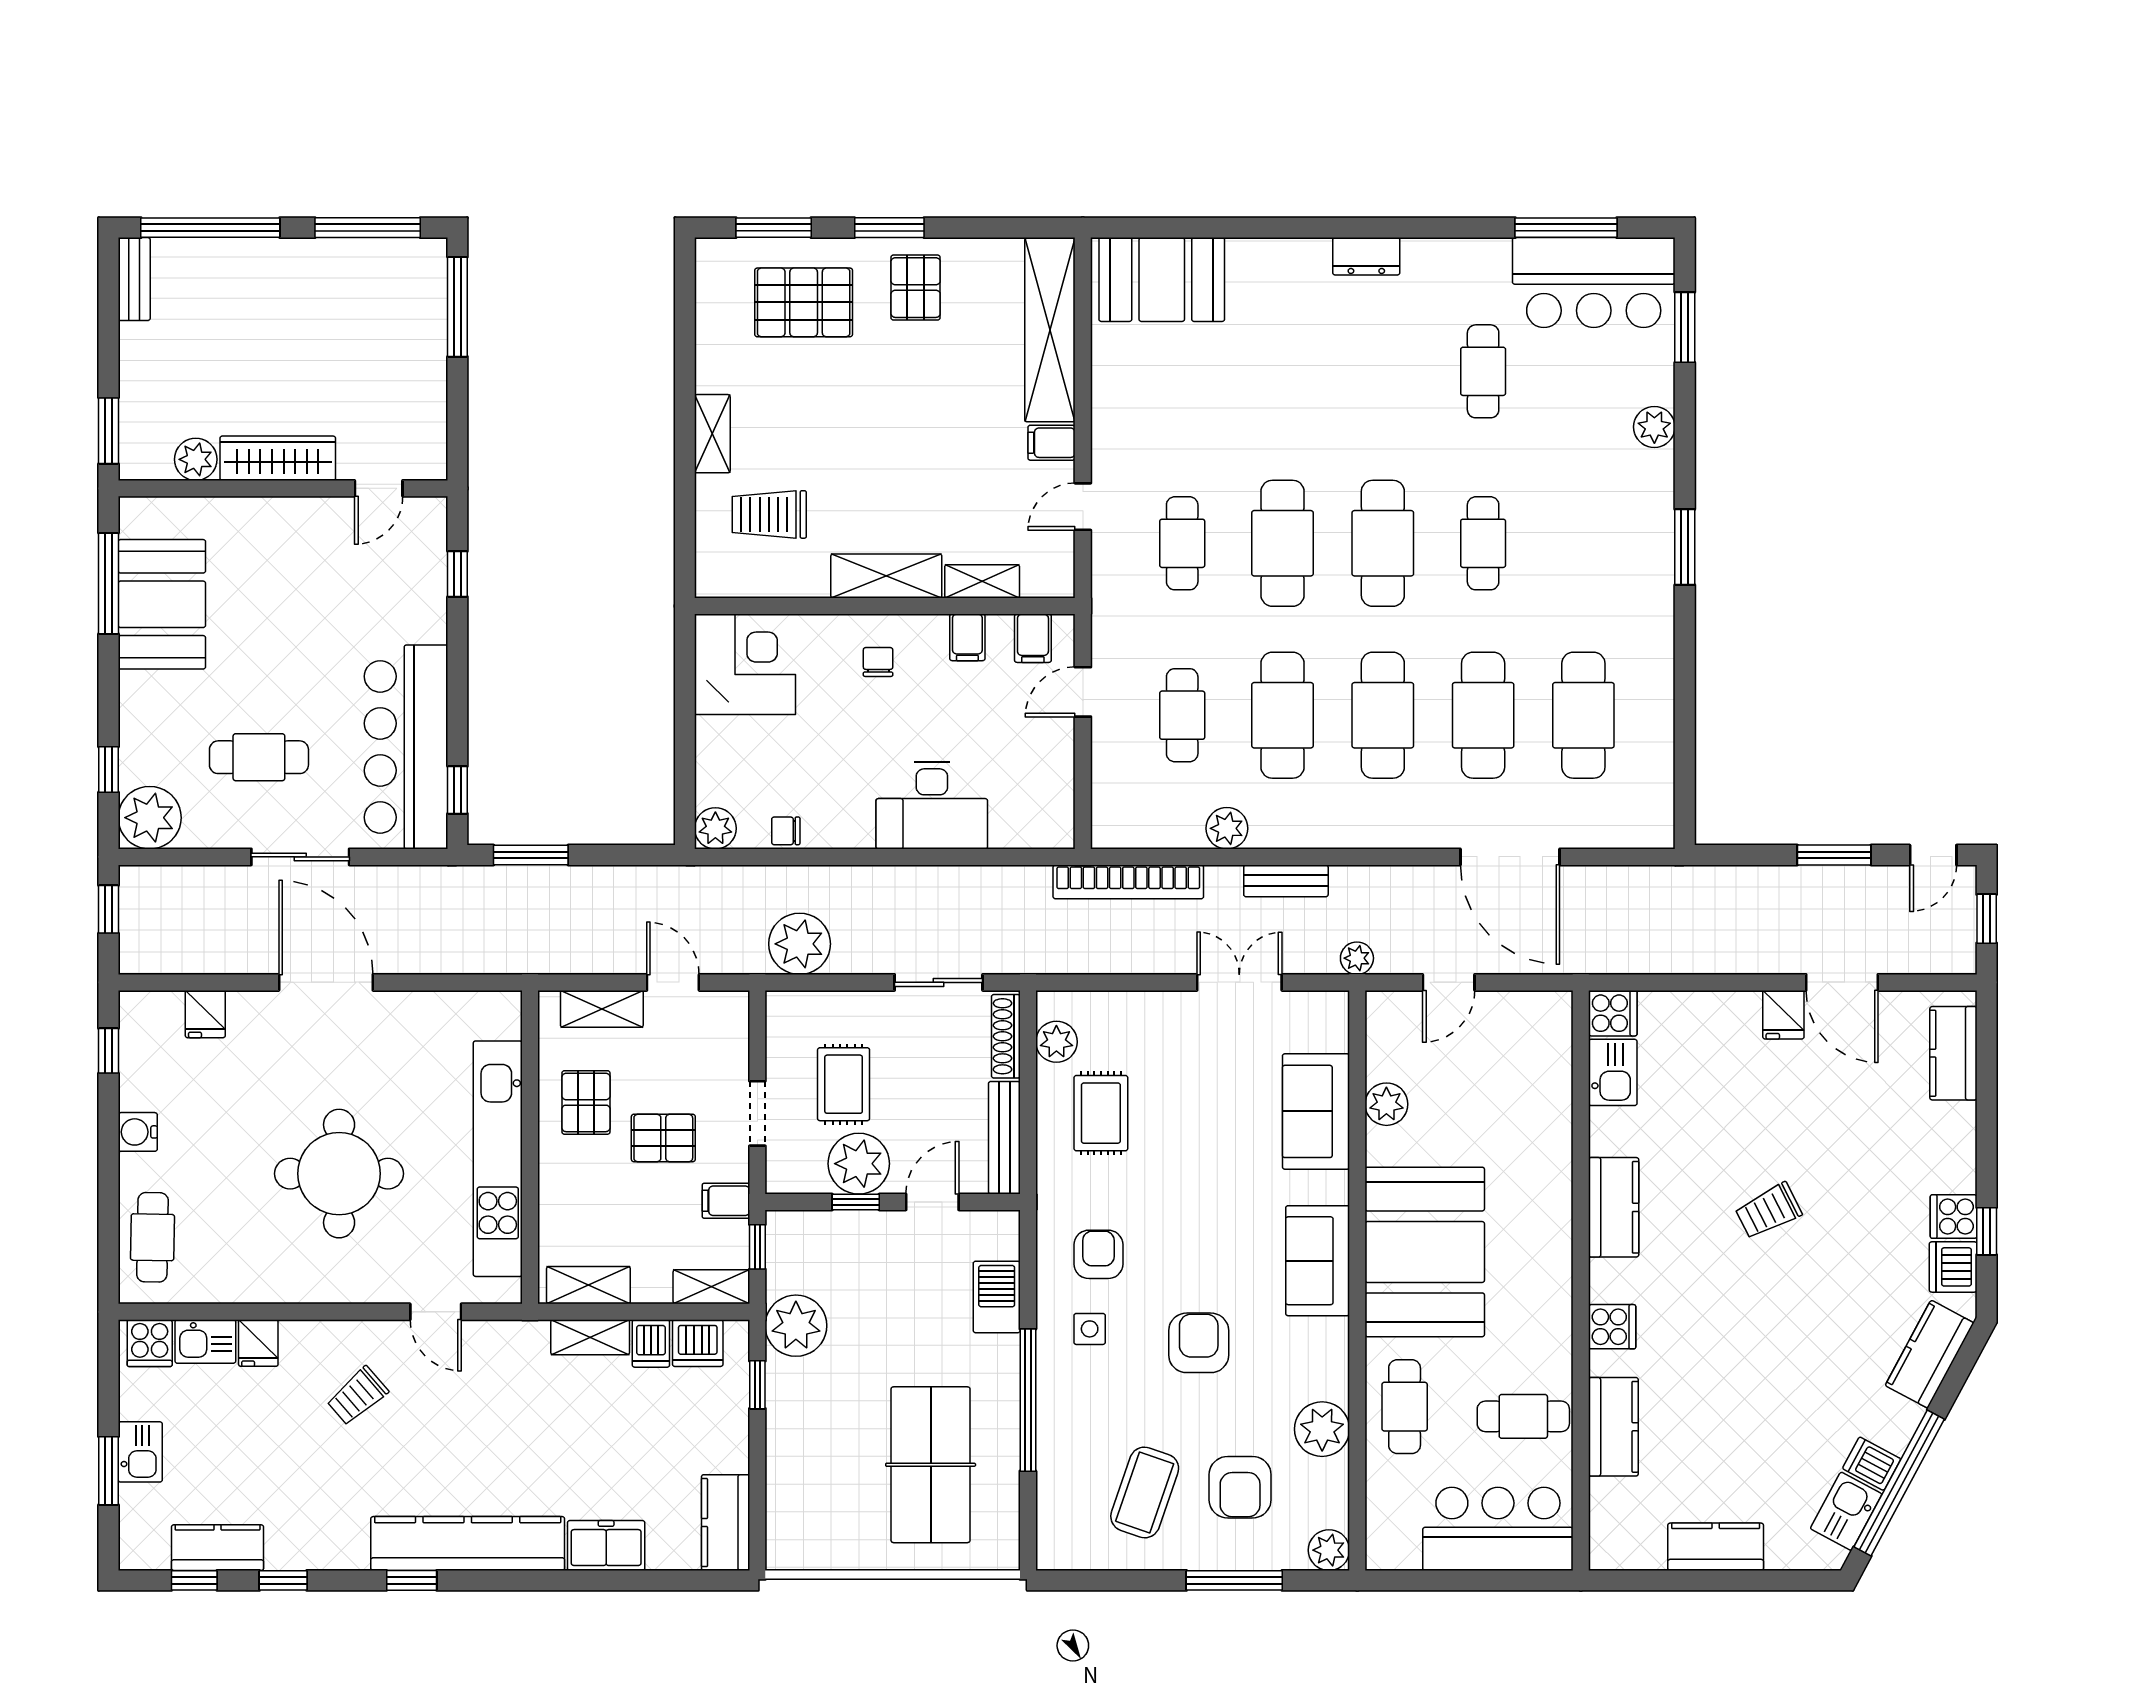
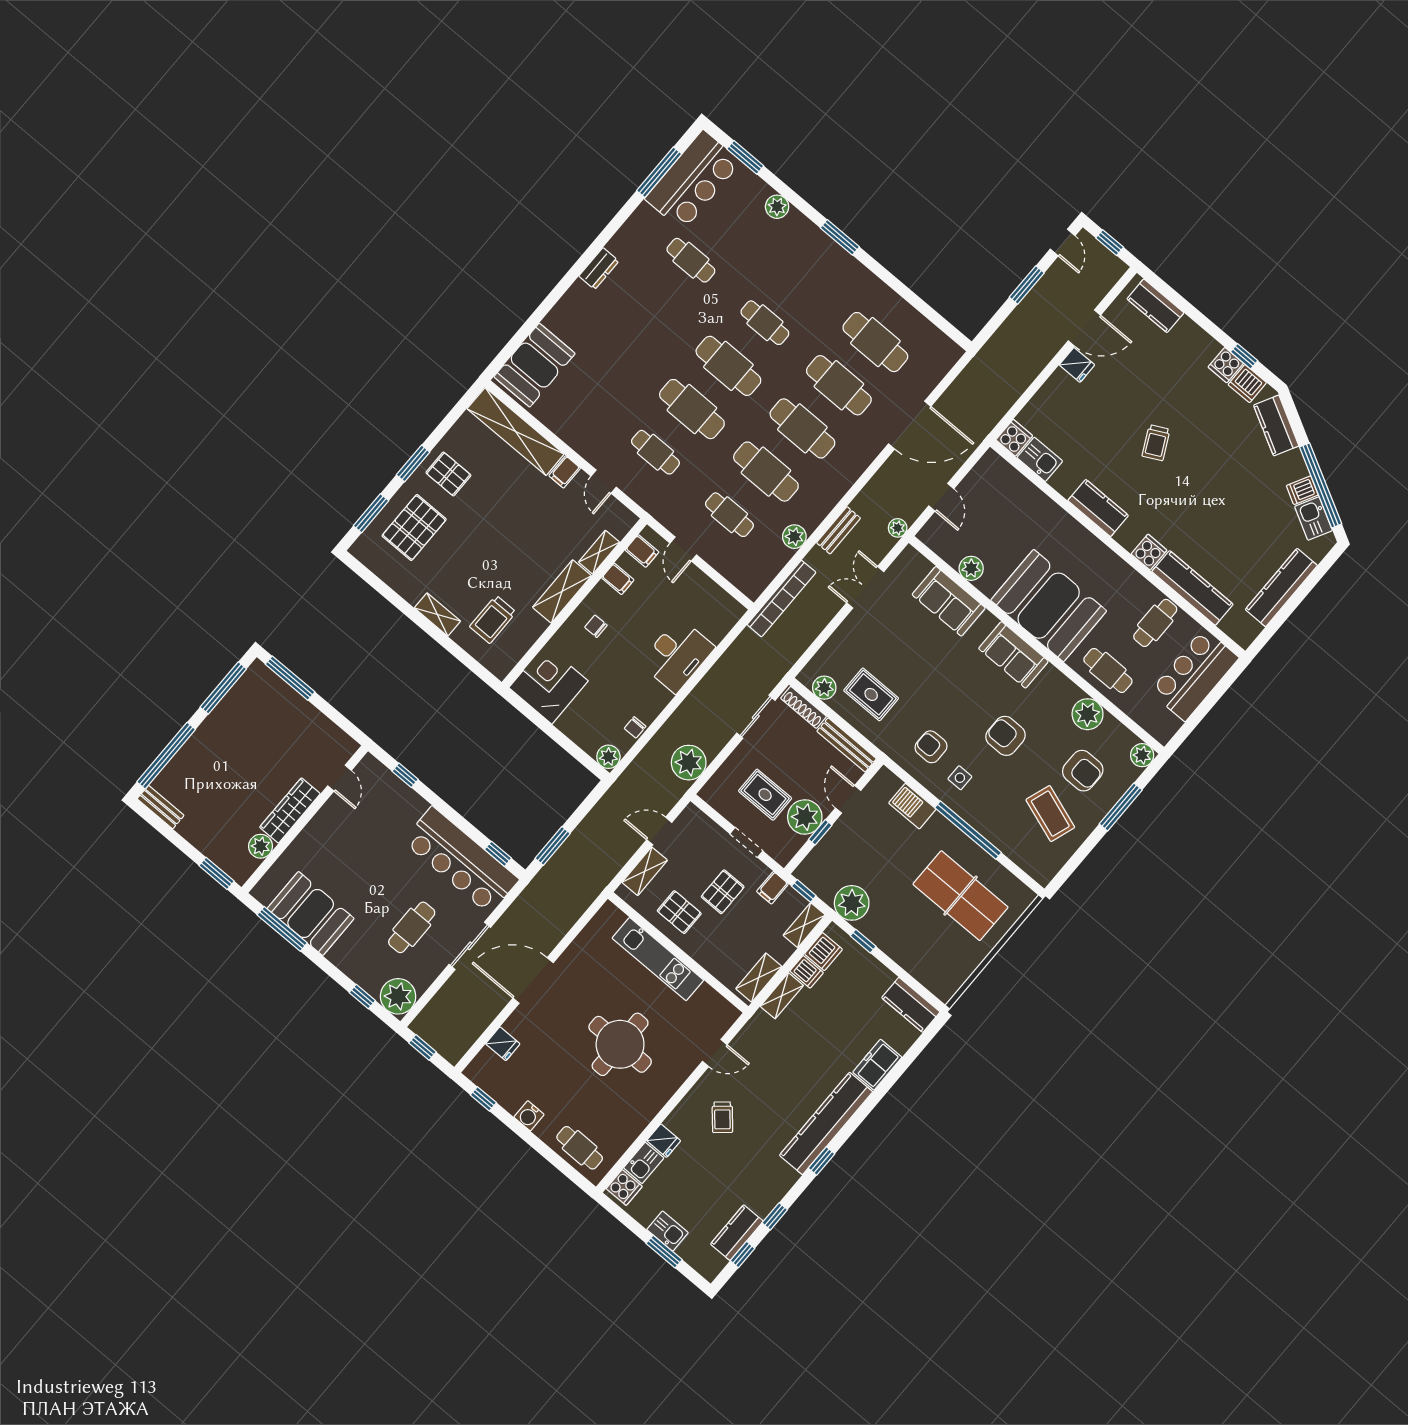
kitchen unit: (498, 1159) -> (658, 959), width x0.73
kitchen counter: (1613, 1427) -> (1192, 588), width x1.50
kitchen counter: (1716, 1547) -> (1281, 588), width x1.50

